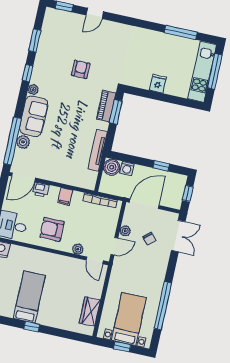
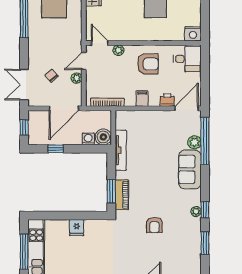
plant: (33, 90) -> (196, 212), moved

